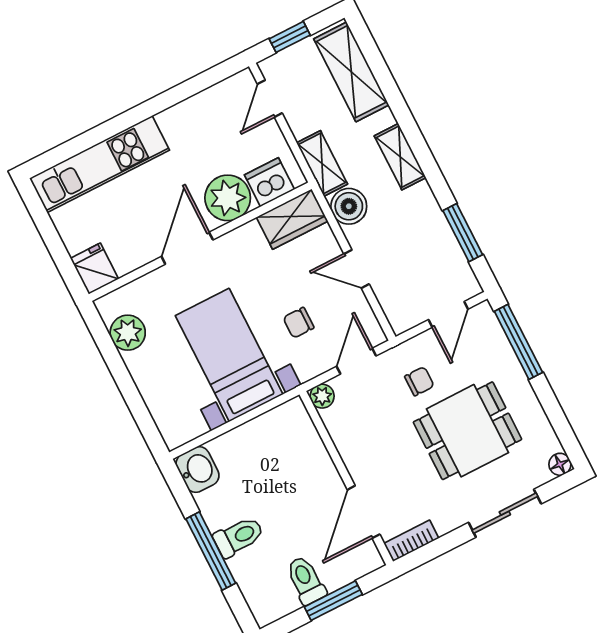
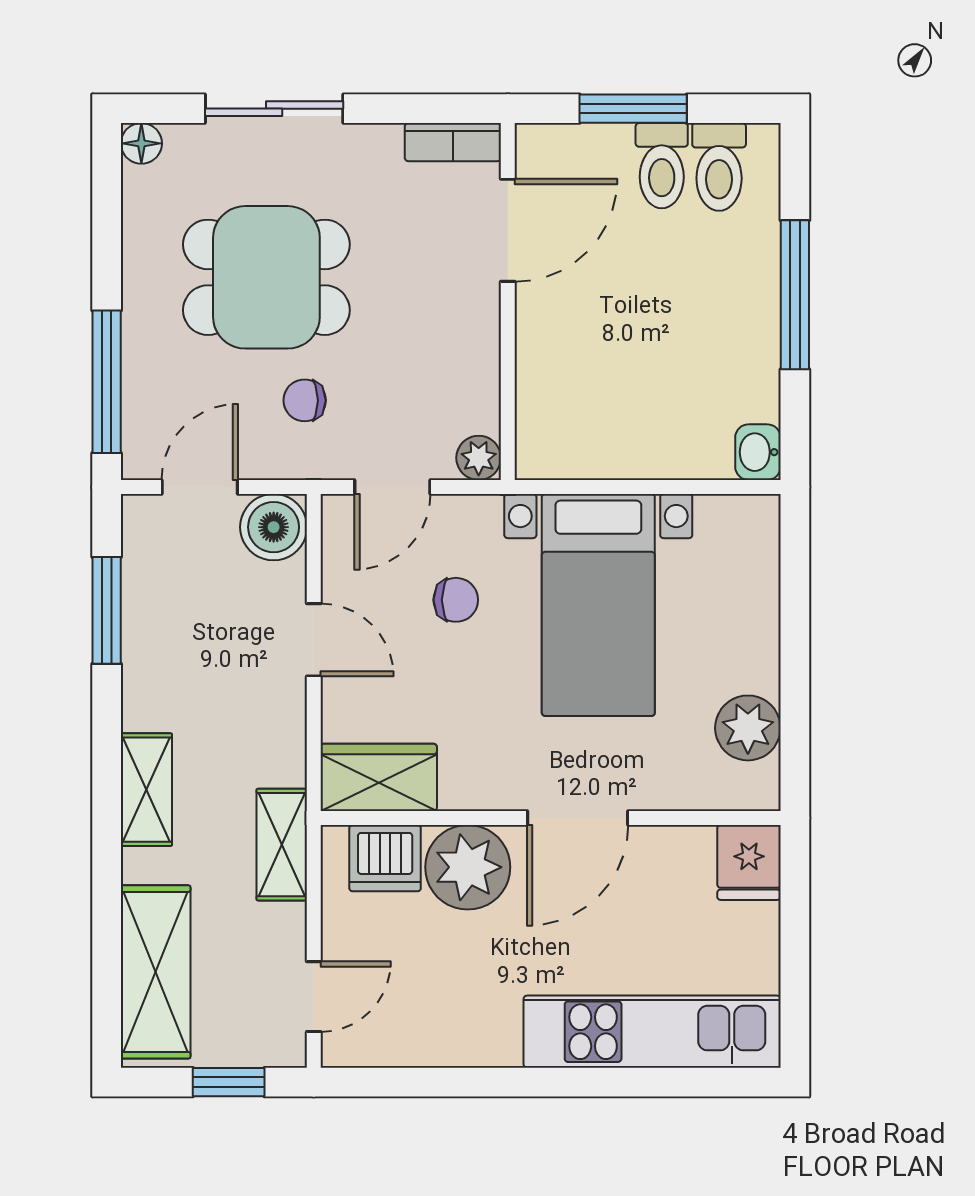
boiler: (349, 206) -> (274, 527), moved
washbasin: (198, 470) -> (758, 452), width x0.72, depth x0.69
toilet: (239, 537) -> (719, 167), moved, turned -90

